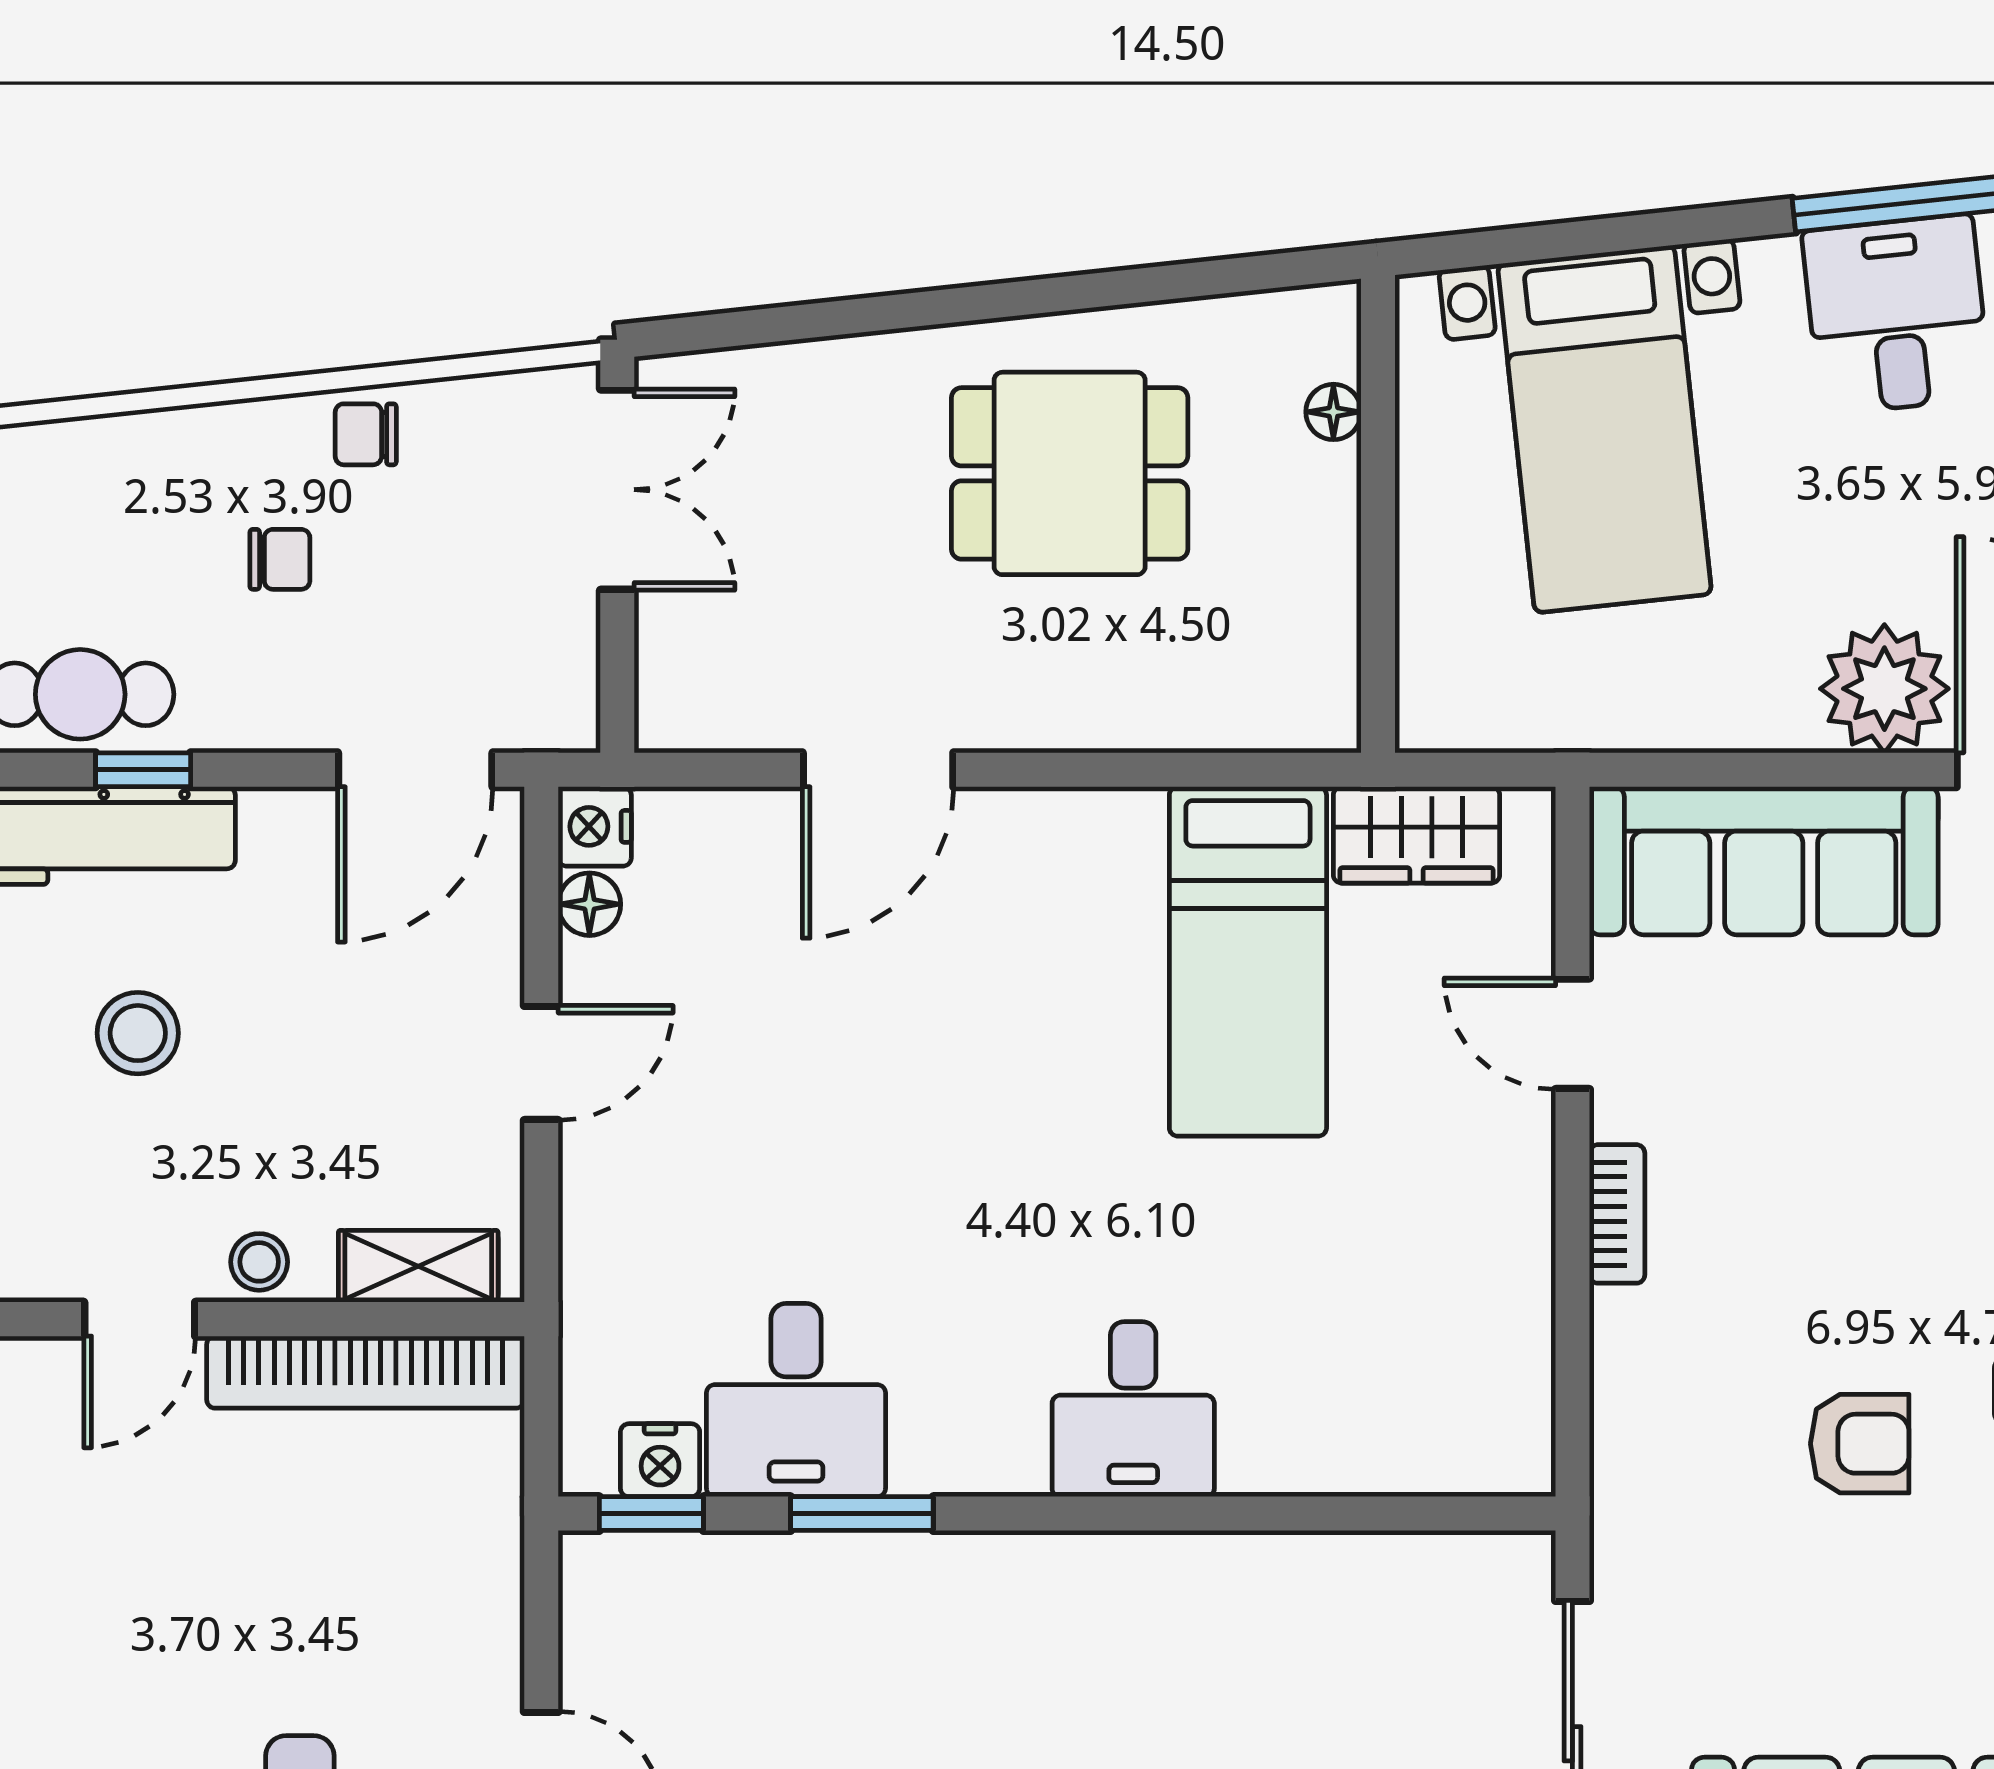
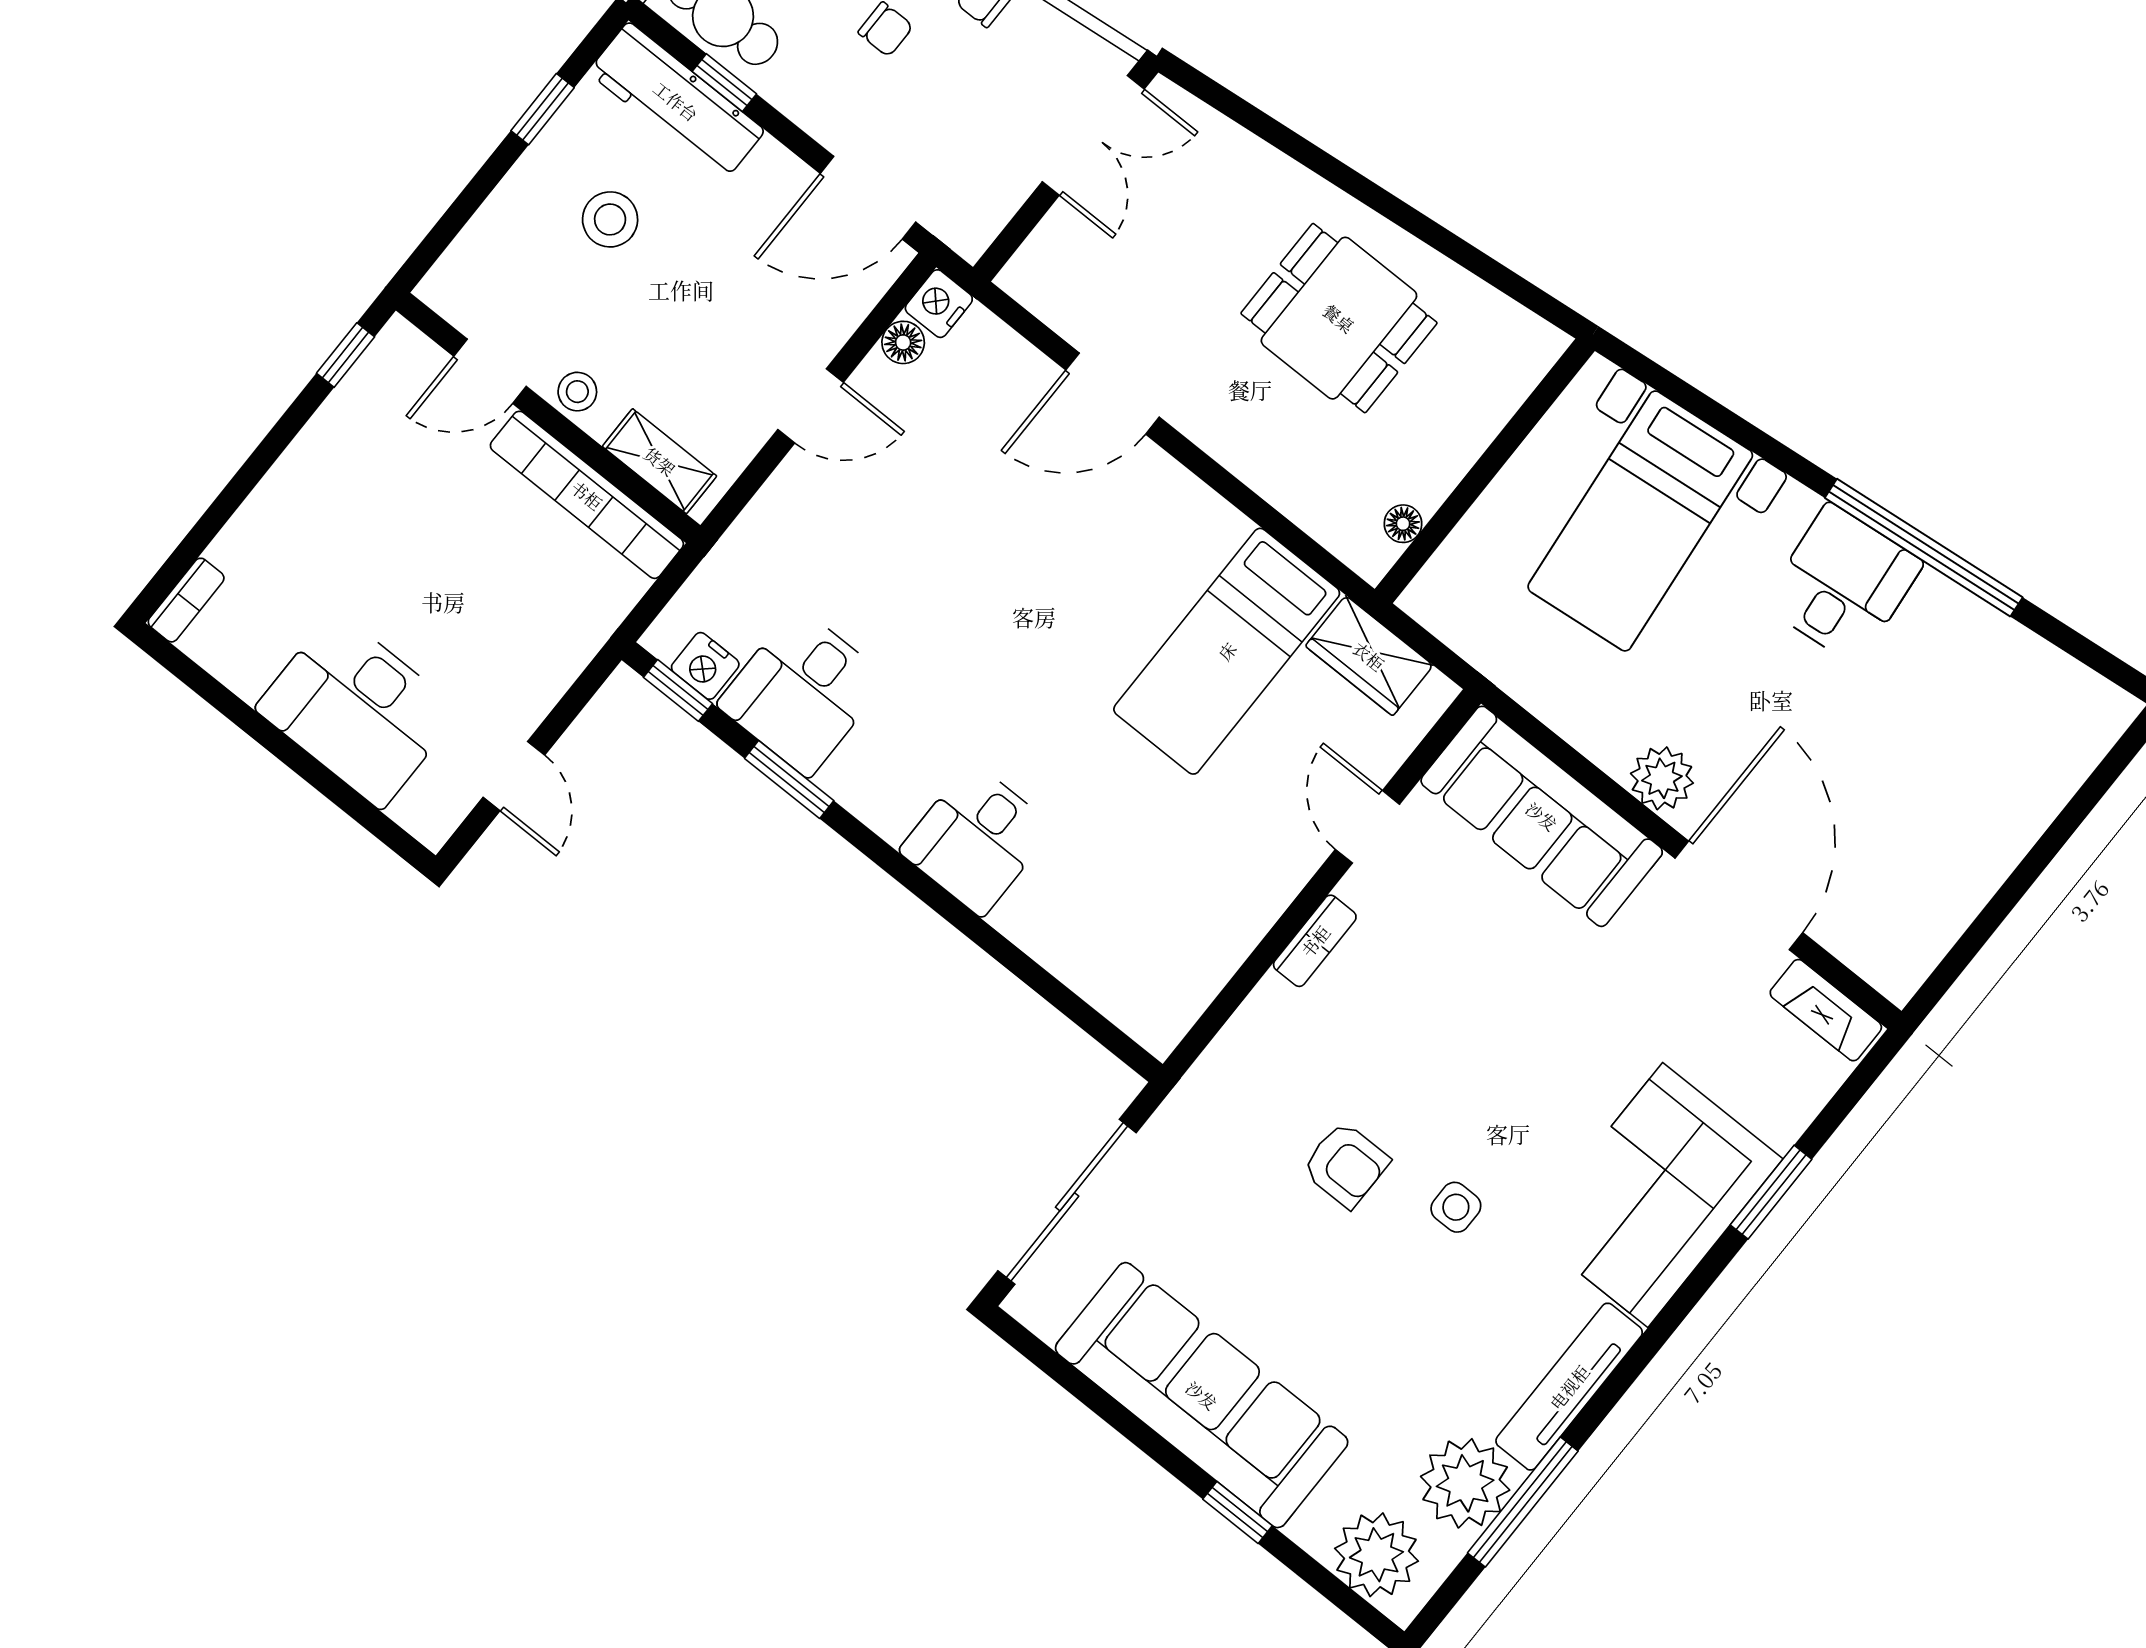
floor lamp: (1333, 412) -> (1403, 524), moved
plant: (1884, 689) -> (1662, 778), width x0.73, depth x0.73

